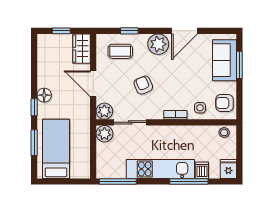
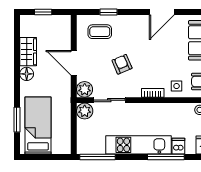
plant: (158, 44) -> (136, 25), removed
wardrobe: (82, 49) -> (28, 52), moved, turned 180
window: (34, 107) -> (17, 86), removed

